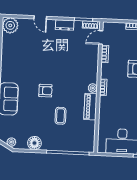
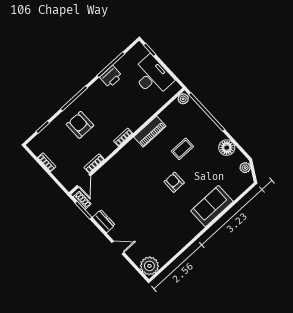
door: (40, 18) -> (118, 248), hinge flipped
door: (101, 37) -> (84, 181), hinge flipped
plant: (93, 88) -> (183, 99), moved

